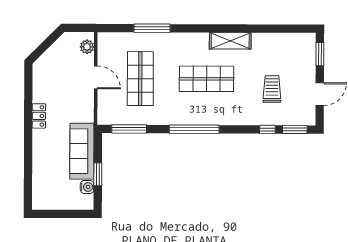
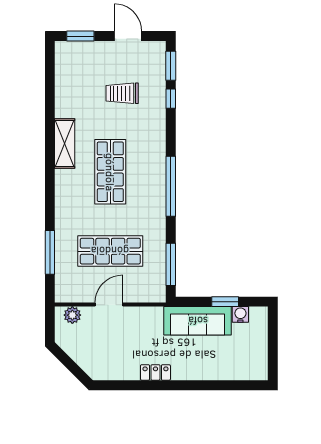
window: (152, 28) -> (50, 252), moved

